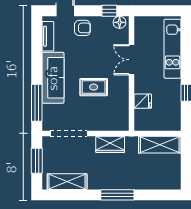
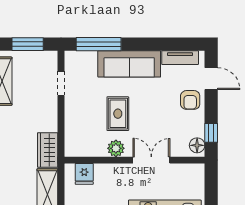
plant: (122, 89) -> (116, 148), added
fridge: (143, 101) -> (84, 174), moved
doorway: (69, 133) -> (61, 83), width x0.53
wardrobe: (110, 144) -> (48, 150), moved

